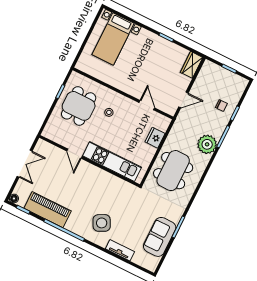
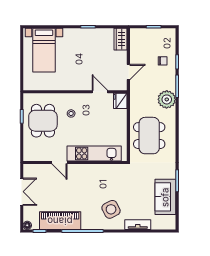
fridge: (155, 138) -> (120, 101), moved

